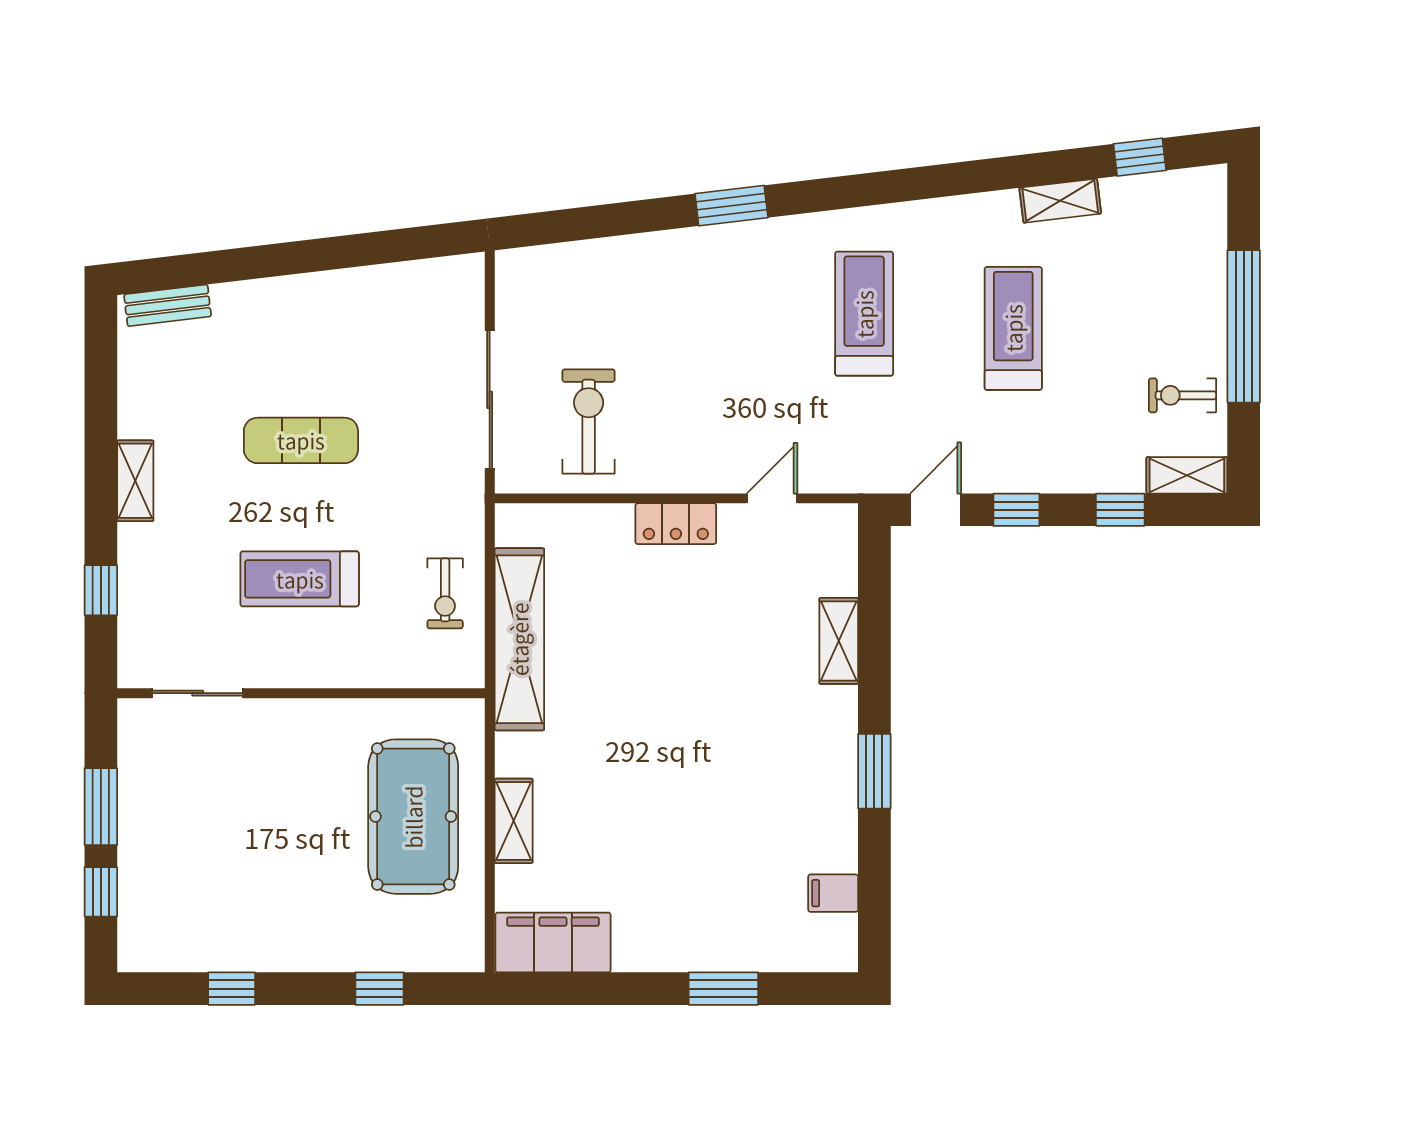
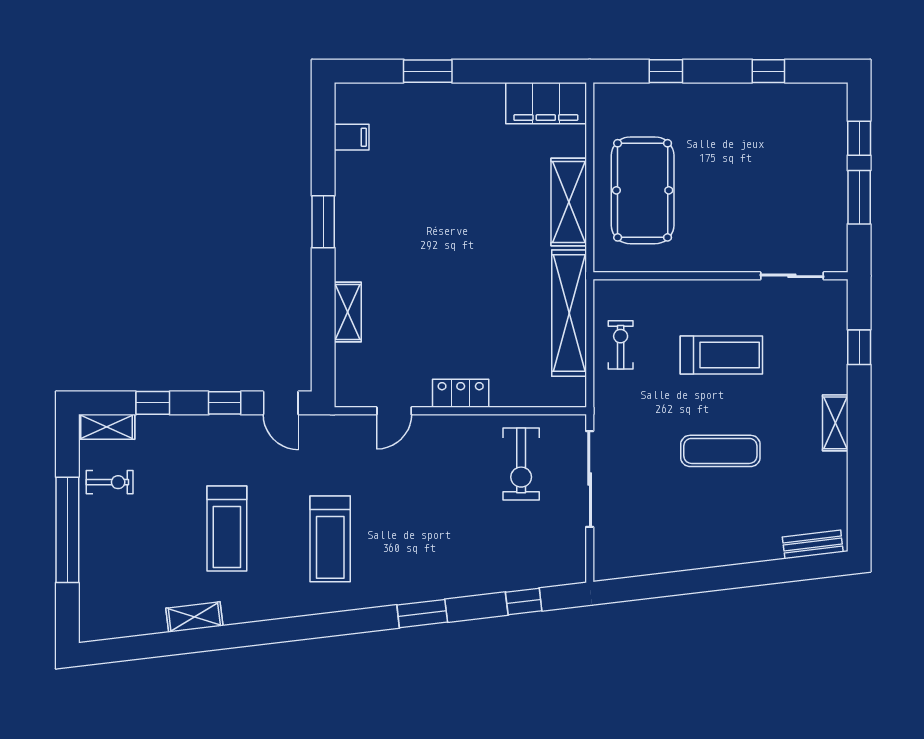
window: (1140, 157) -> (524, 601), moved
door: (936, 510) -> (281, 403), hinge flipped
shelving: (514, 821) -> (569, 202), width x1.50, depth x1.33

